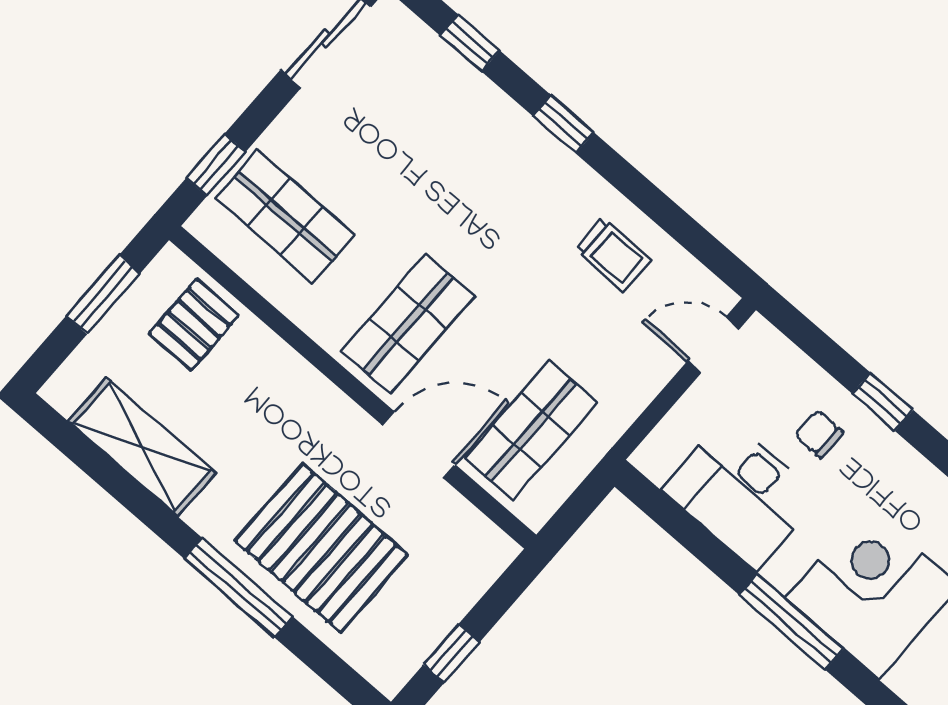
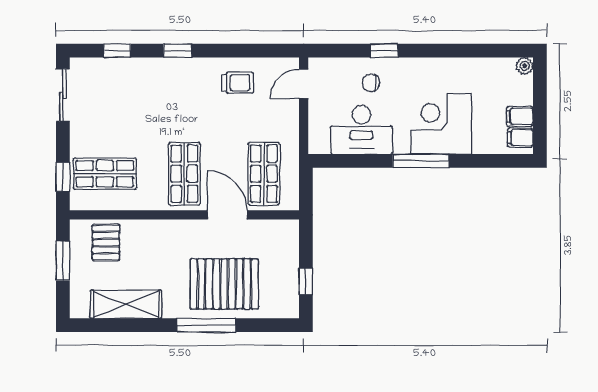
door: (419, 445) -> (227, 215), hinge flipped

